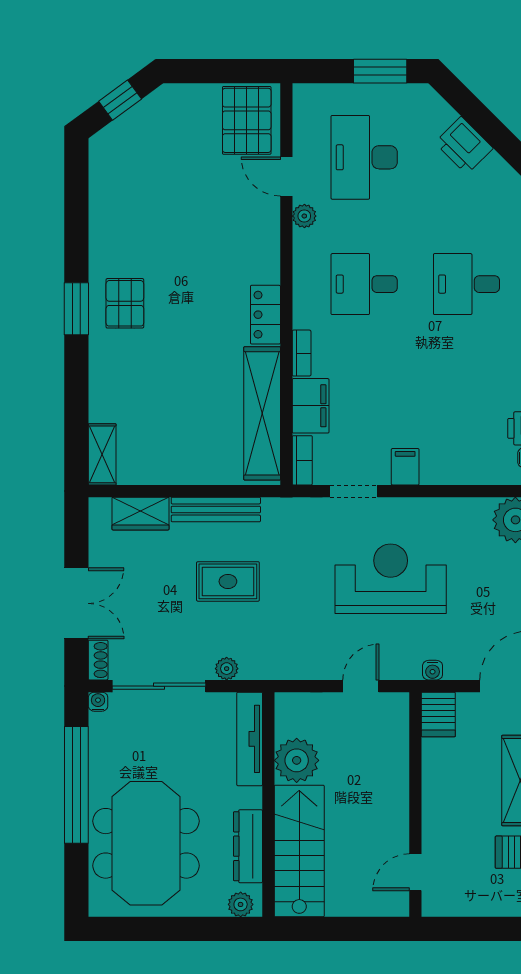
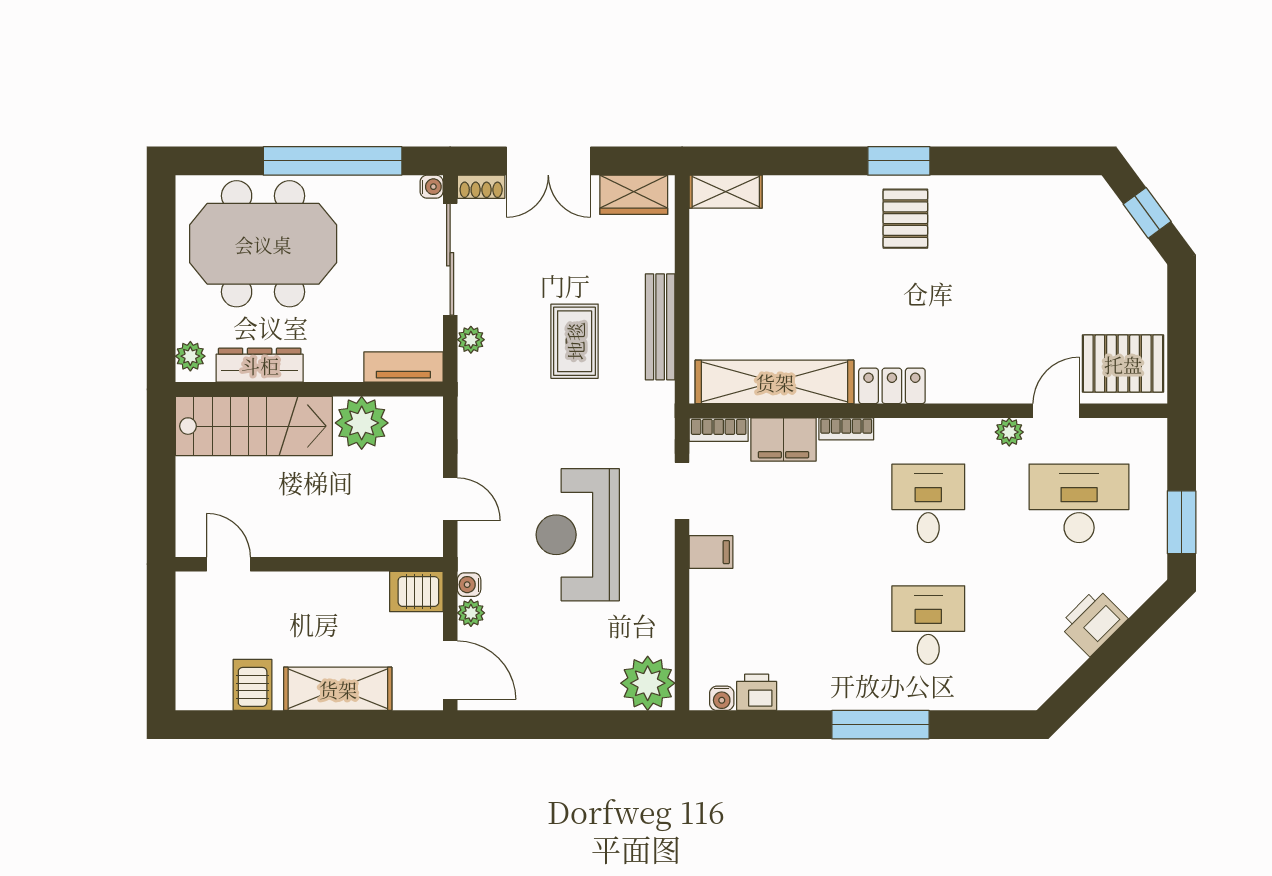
pallet: (125, 303) -> (905, 219), turned 90
wardrobe: (140, 514) -> (634, 195), moved, turned -90
reception desk: (391, 579) -> (578, 535), turned 180
plant: (456, 669) -> (471, 613), added
tv unit: (250, 739) -> (403, 367), width x0.71

